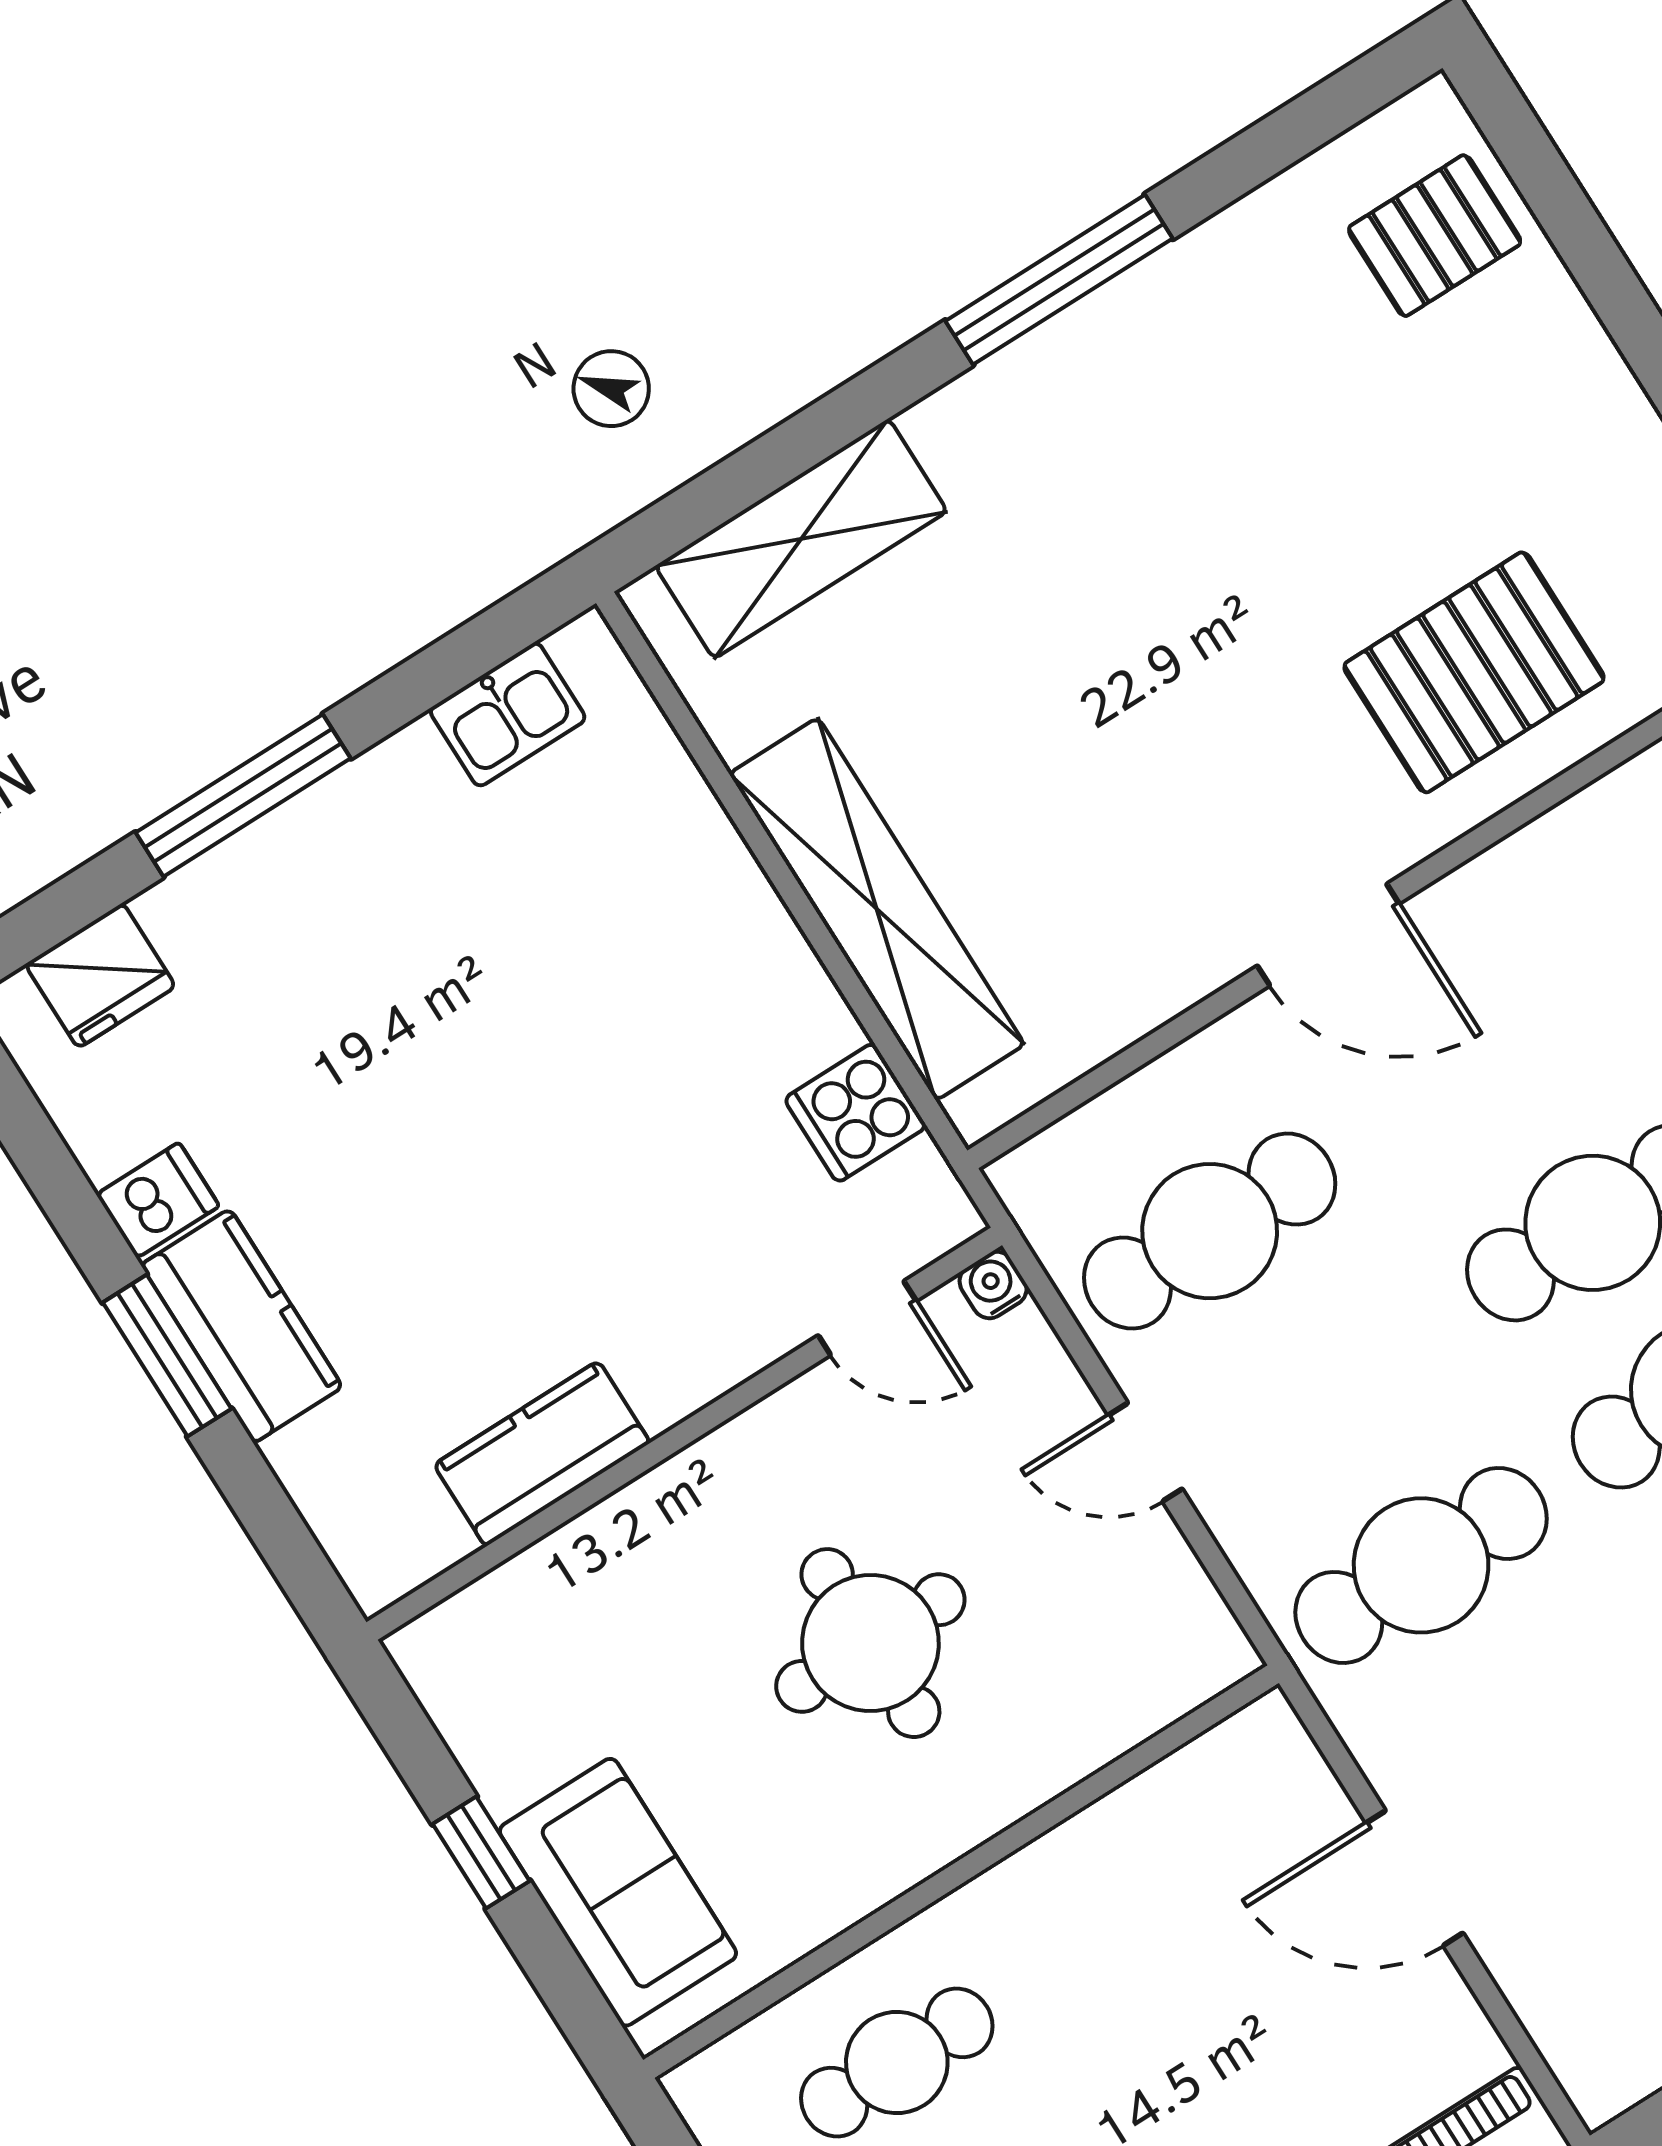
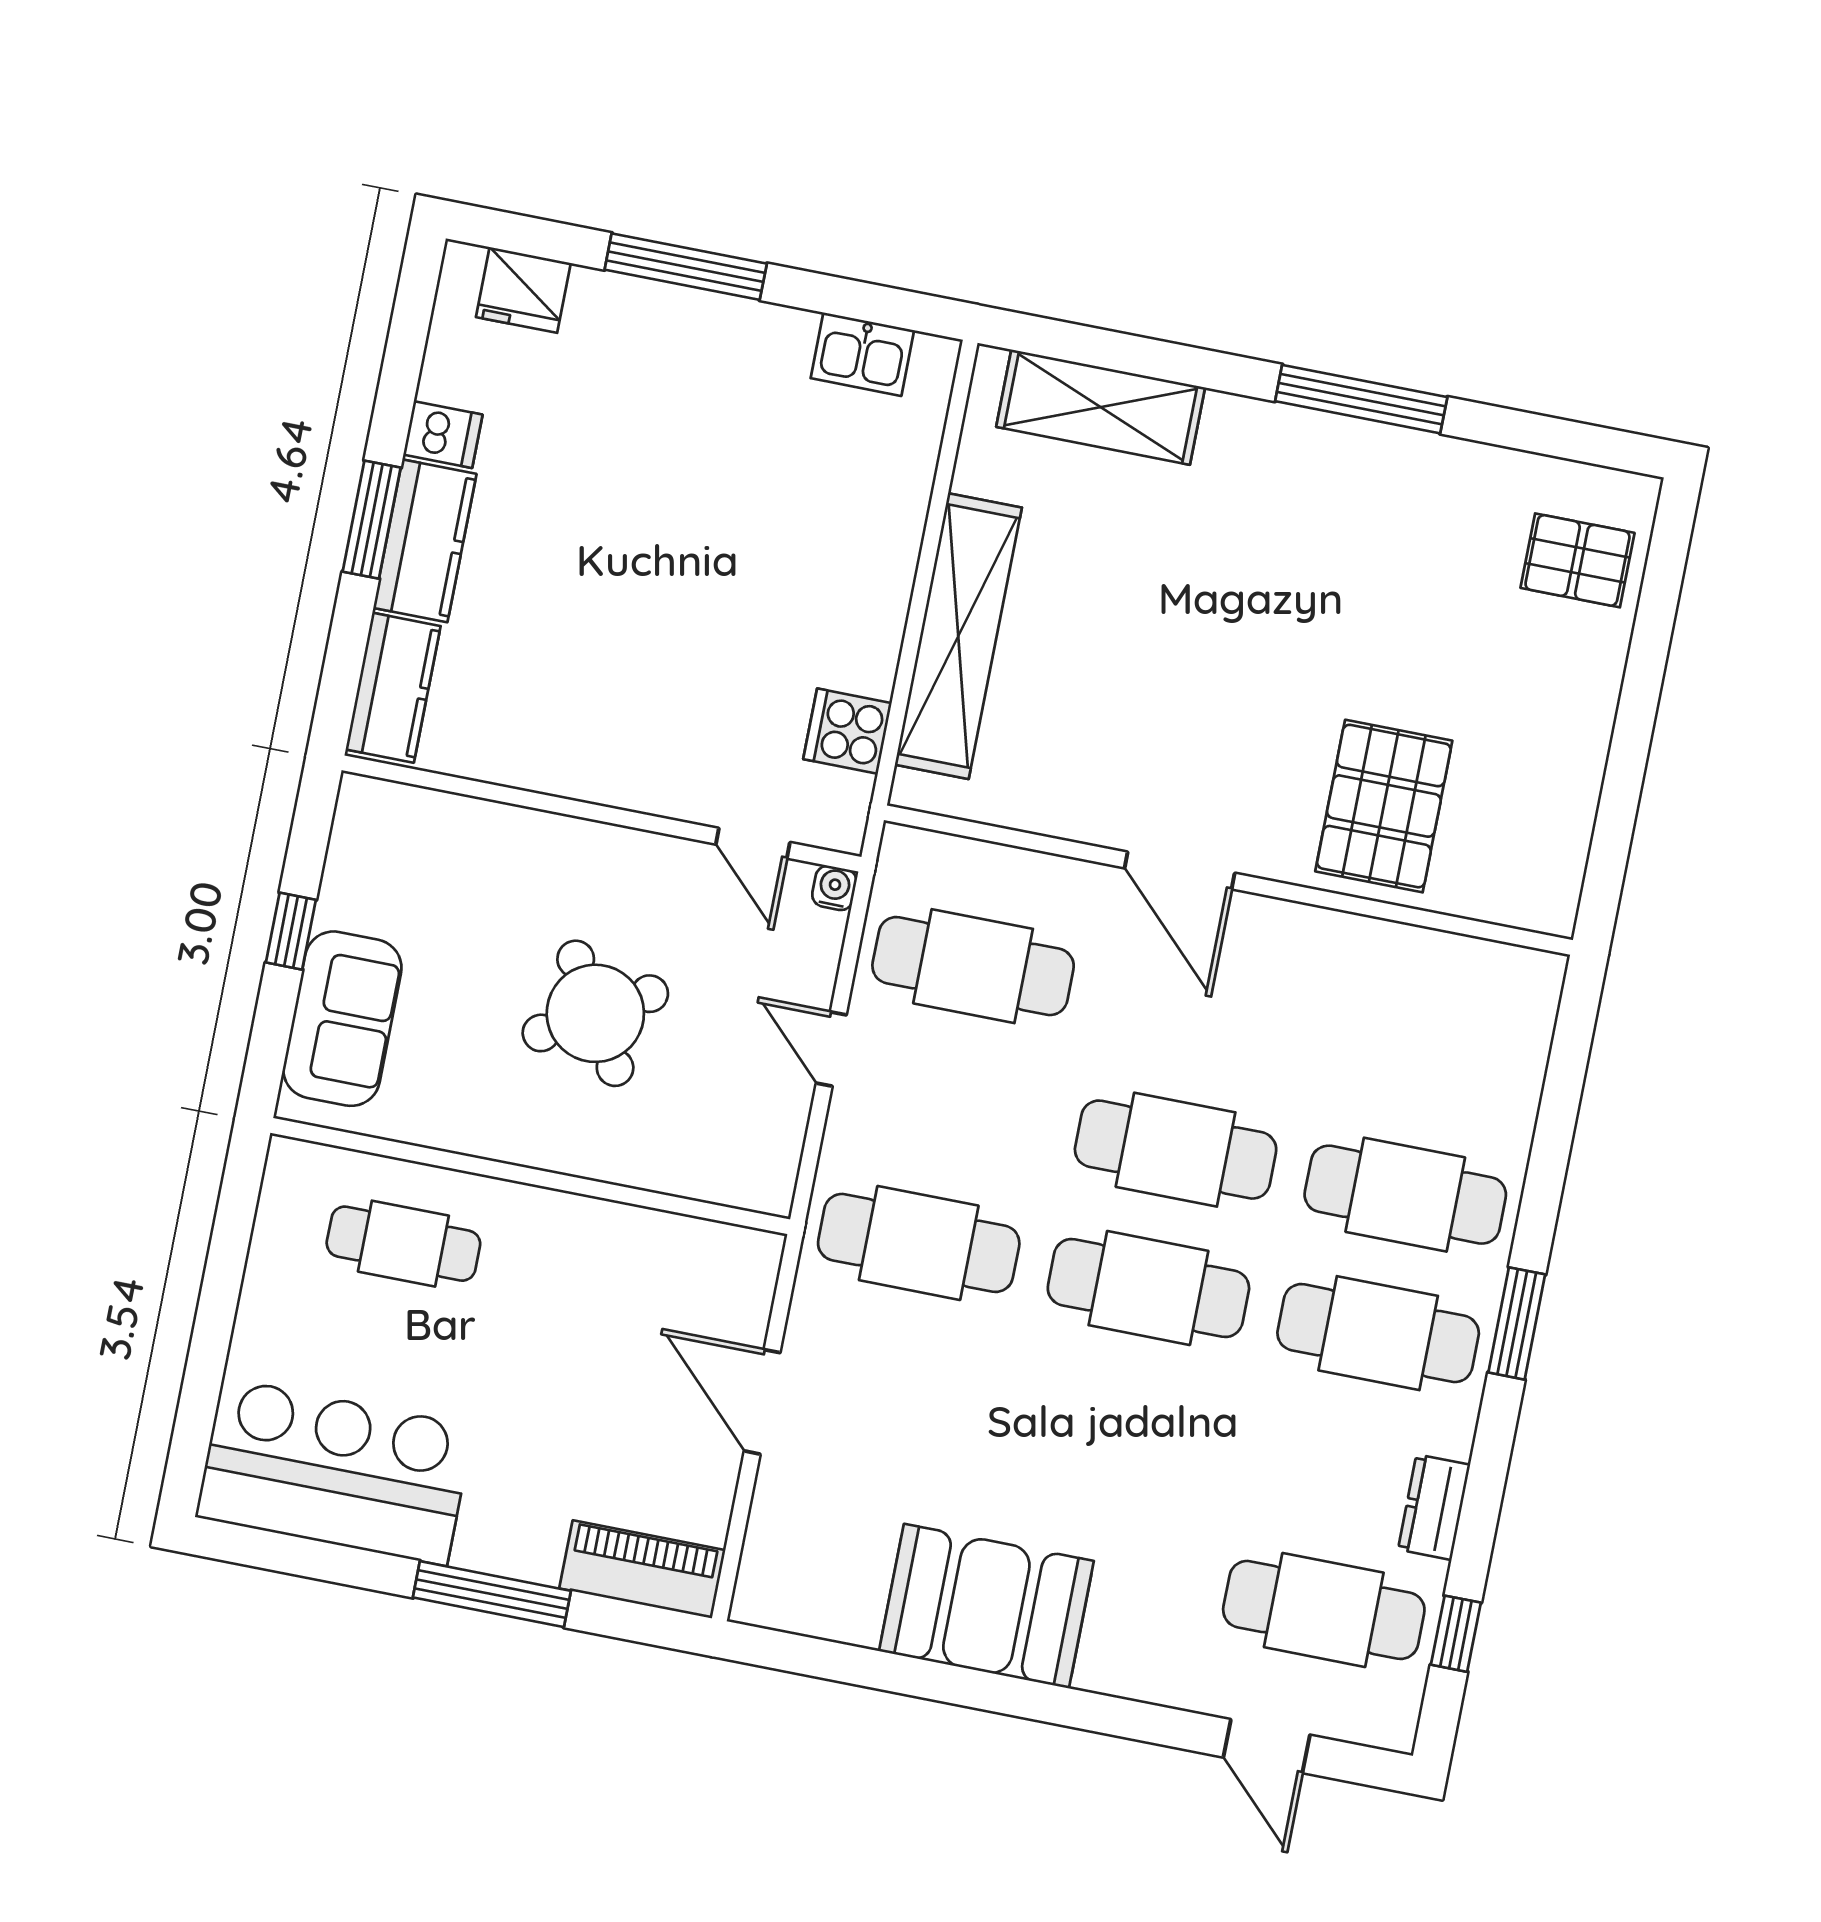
pallet: (1474, 672) -> (1384, 806), turned 90
kitchen counter: (542, 1454) -> (393, 688), moved, turned 90
round table: (870, 1643) -> (595, 1013), turned -31

